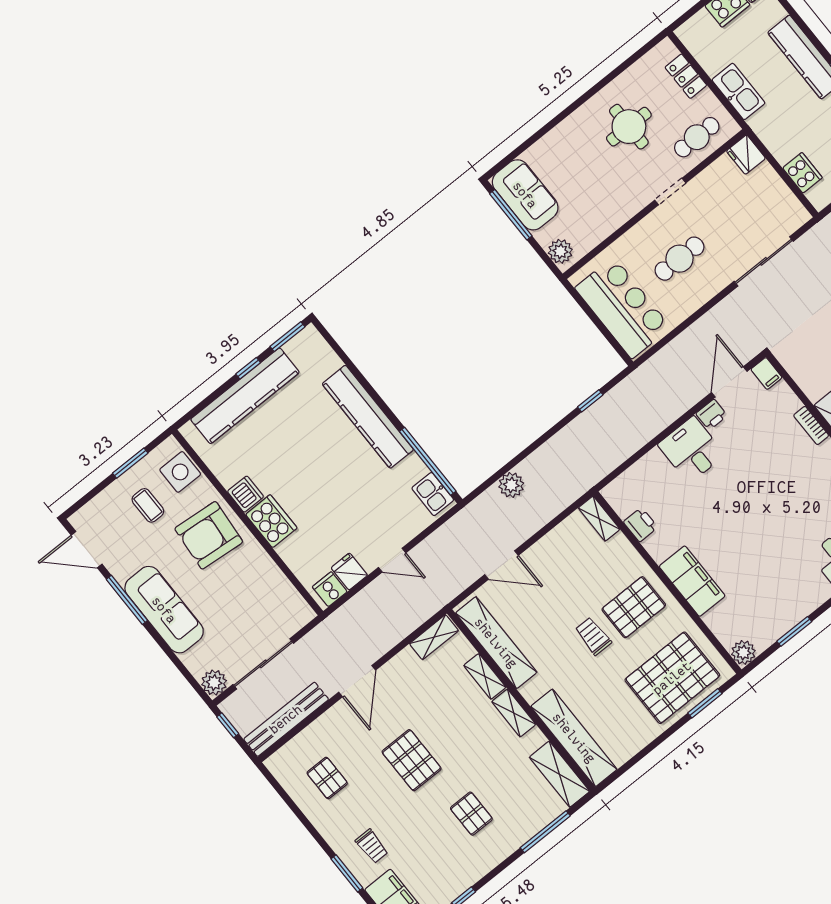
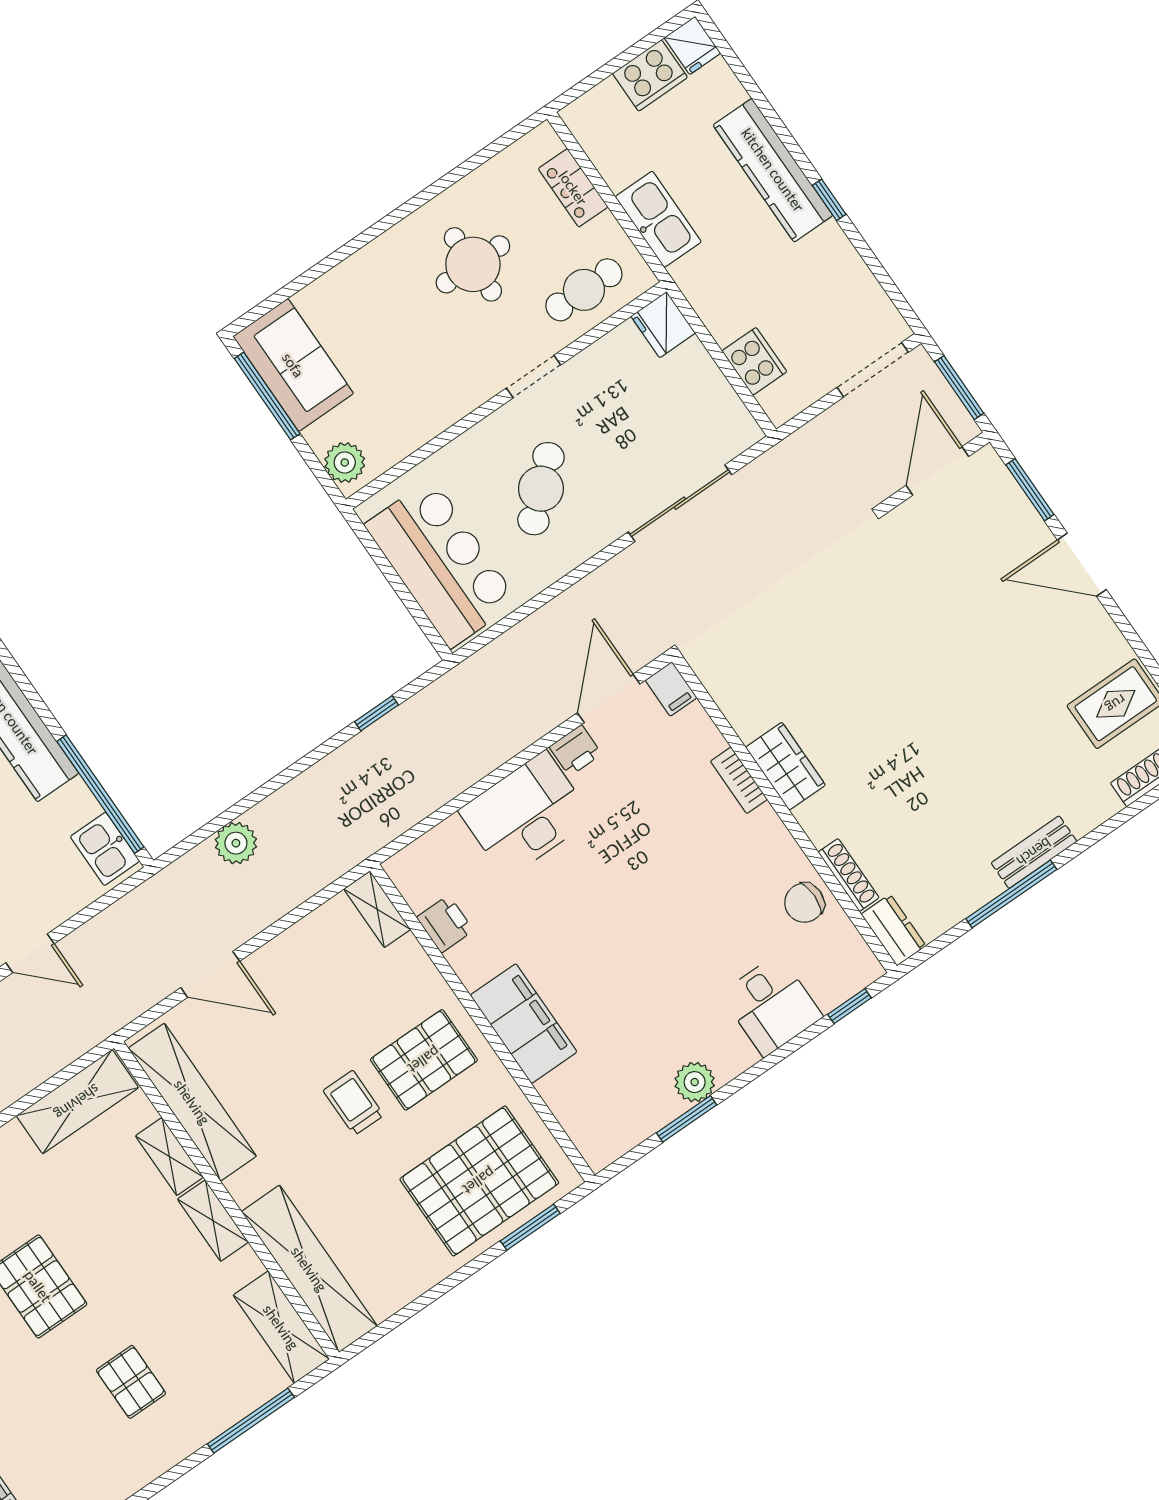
cafe table: (679, 259) -> (541, 489), turned -42
desk: (691, 450) -> (526, 815), width x1.37
shelving: (434, 637) -> (77, 1102), width x1.50, depth x1.33
plant: (743, 652) -> (695, 1082), moved

